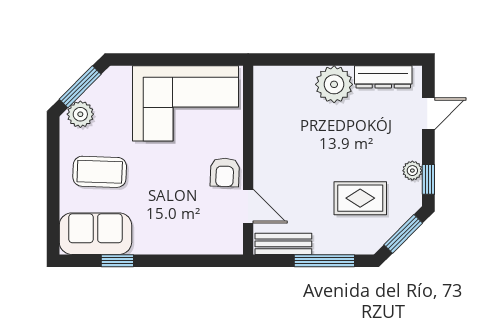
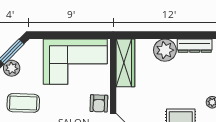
wardrobe: (269, 105) -> (125, 63), added

